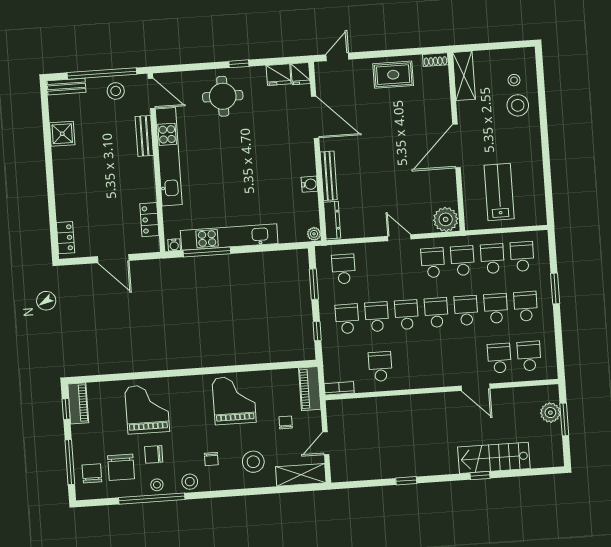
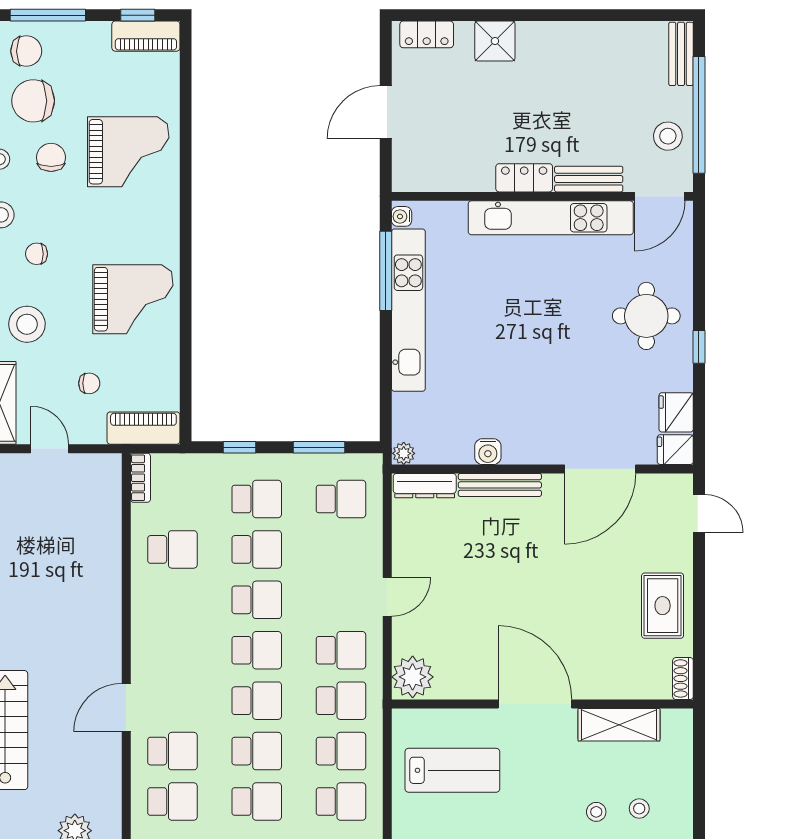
shelving: (464, 76) -> (619, 725), moved
stool: (518, 105) -> (596, 812), width x0.53, depth x0.53
shower: (62, 134) -> (495, 41), moved
locker: (149, 220) -> (524, 178), moved

